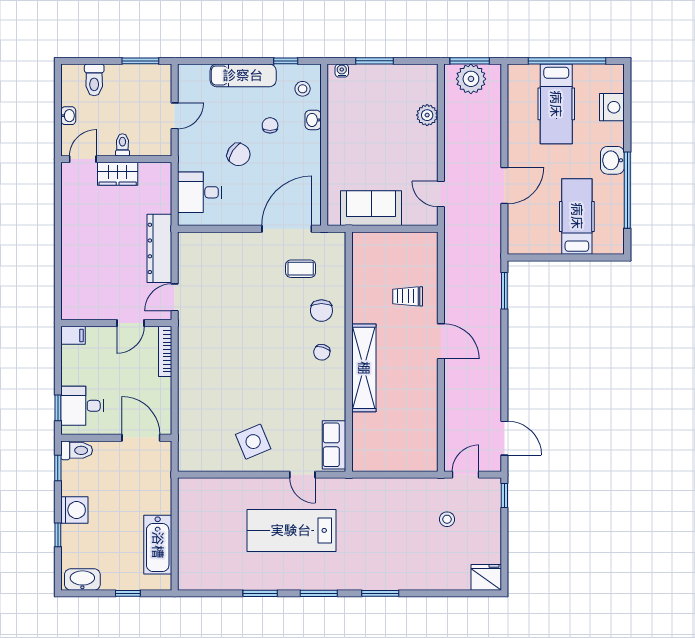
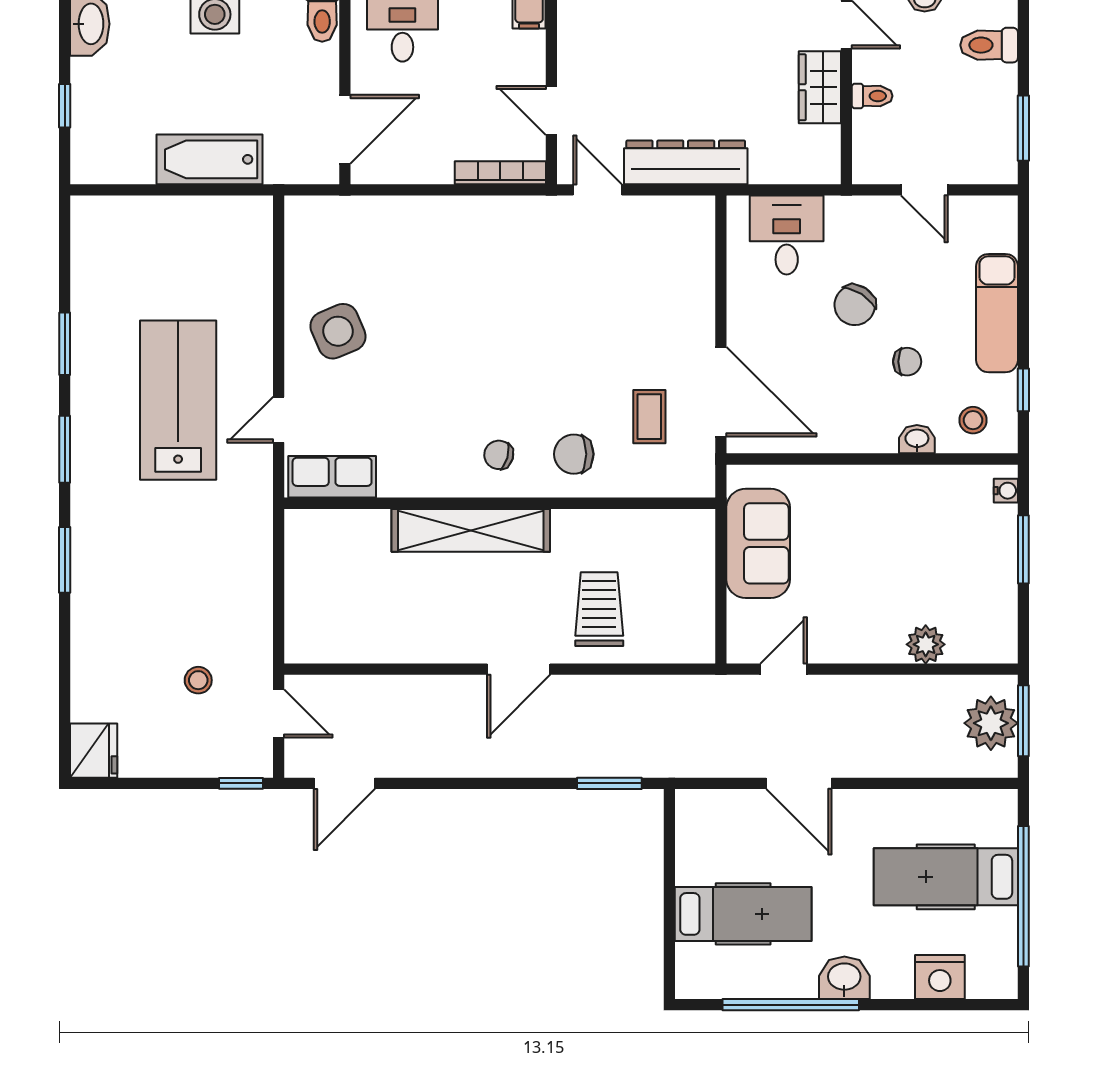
trolley: (408, 296) -> (599, 609), width x1.36, depth x1.39
bathtub: (158, 545) -> (210, 159), moved

